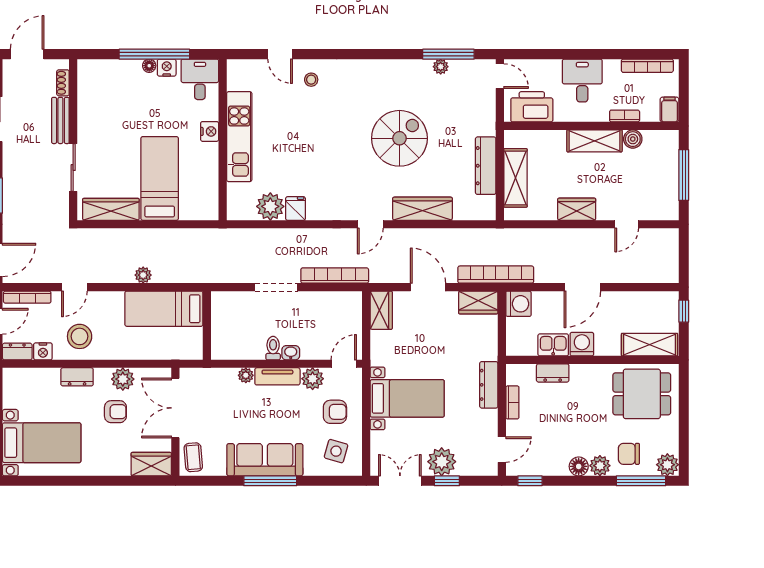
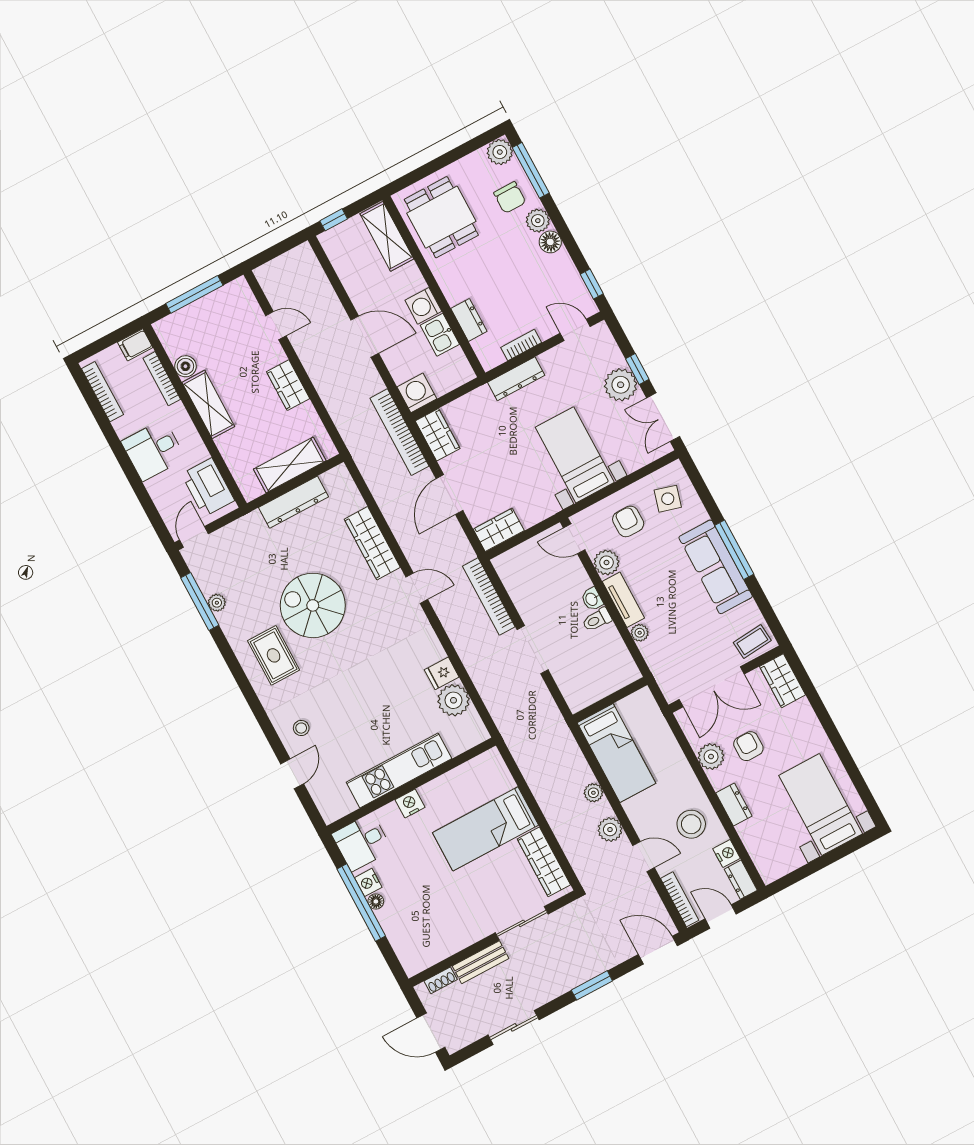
rug: (378, 88) -> (274, 655), added
bookcase: (625, 116) -> (162, 379), width x1.56
plant: (108, 273) -> (610, 830), added

